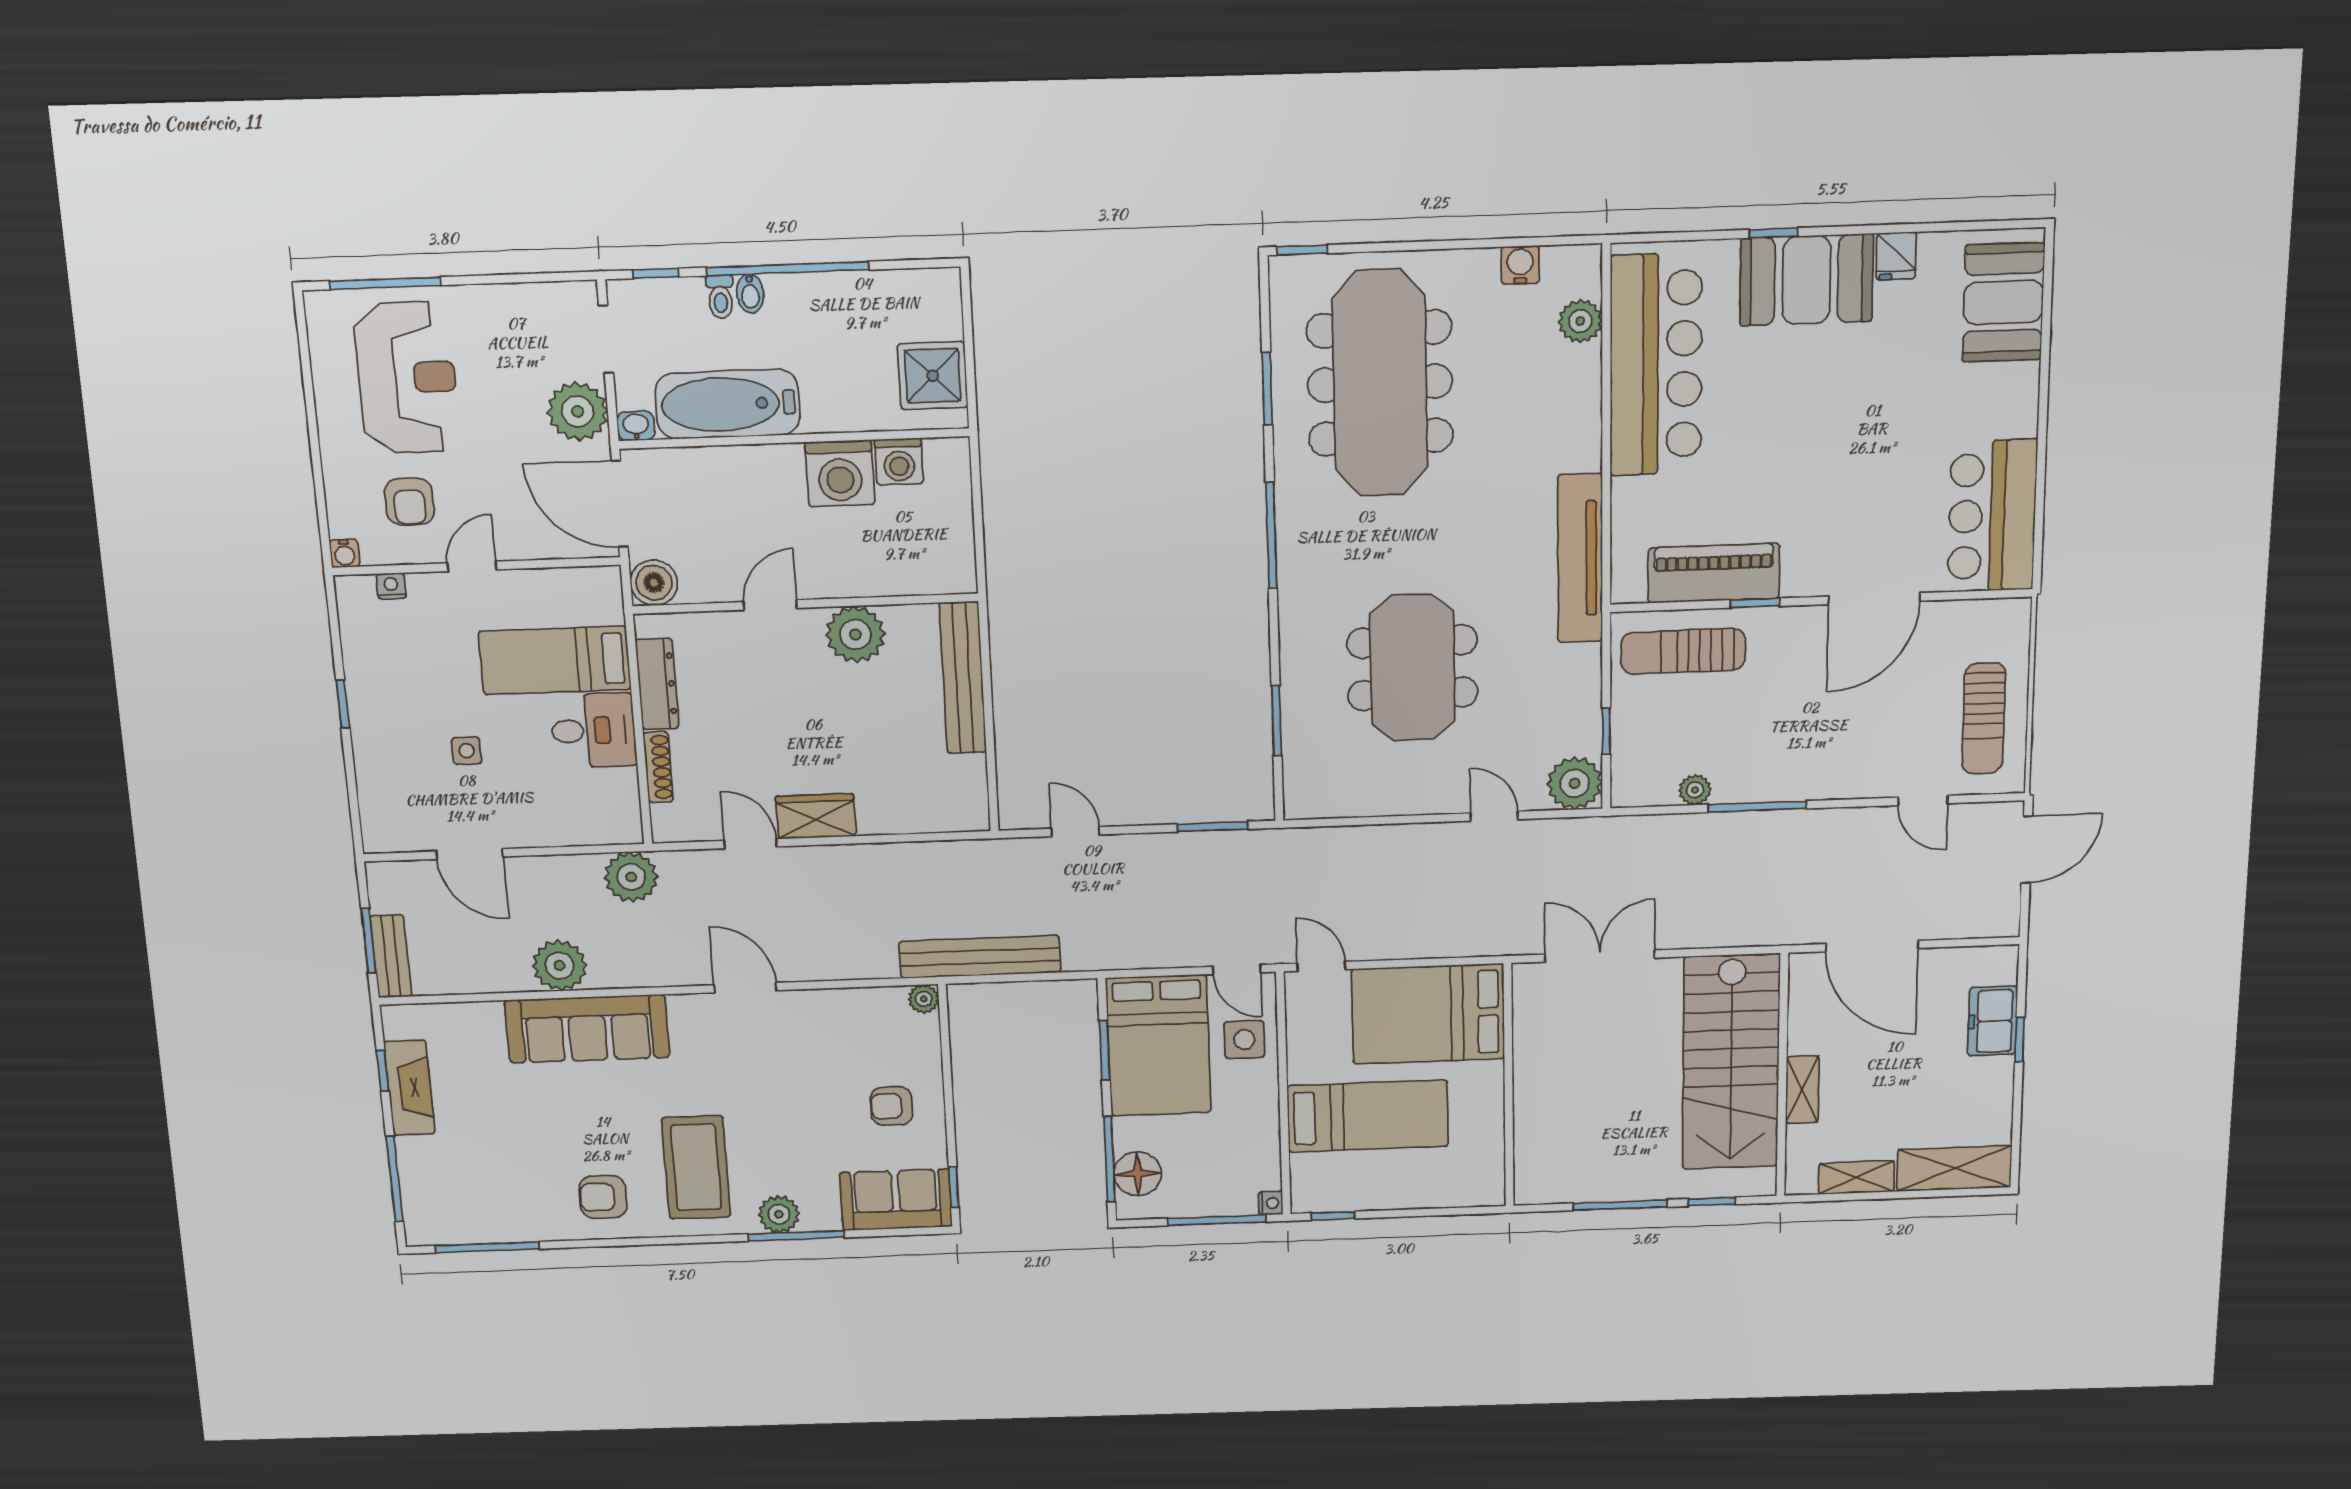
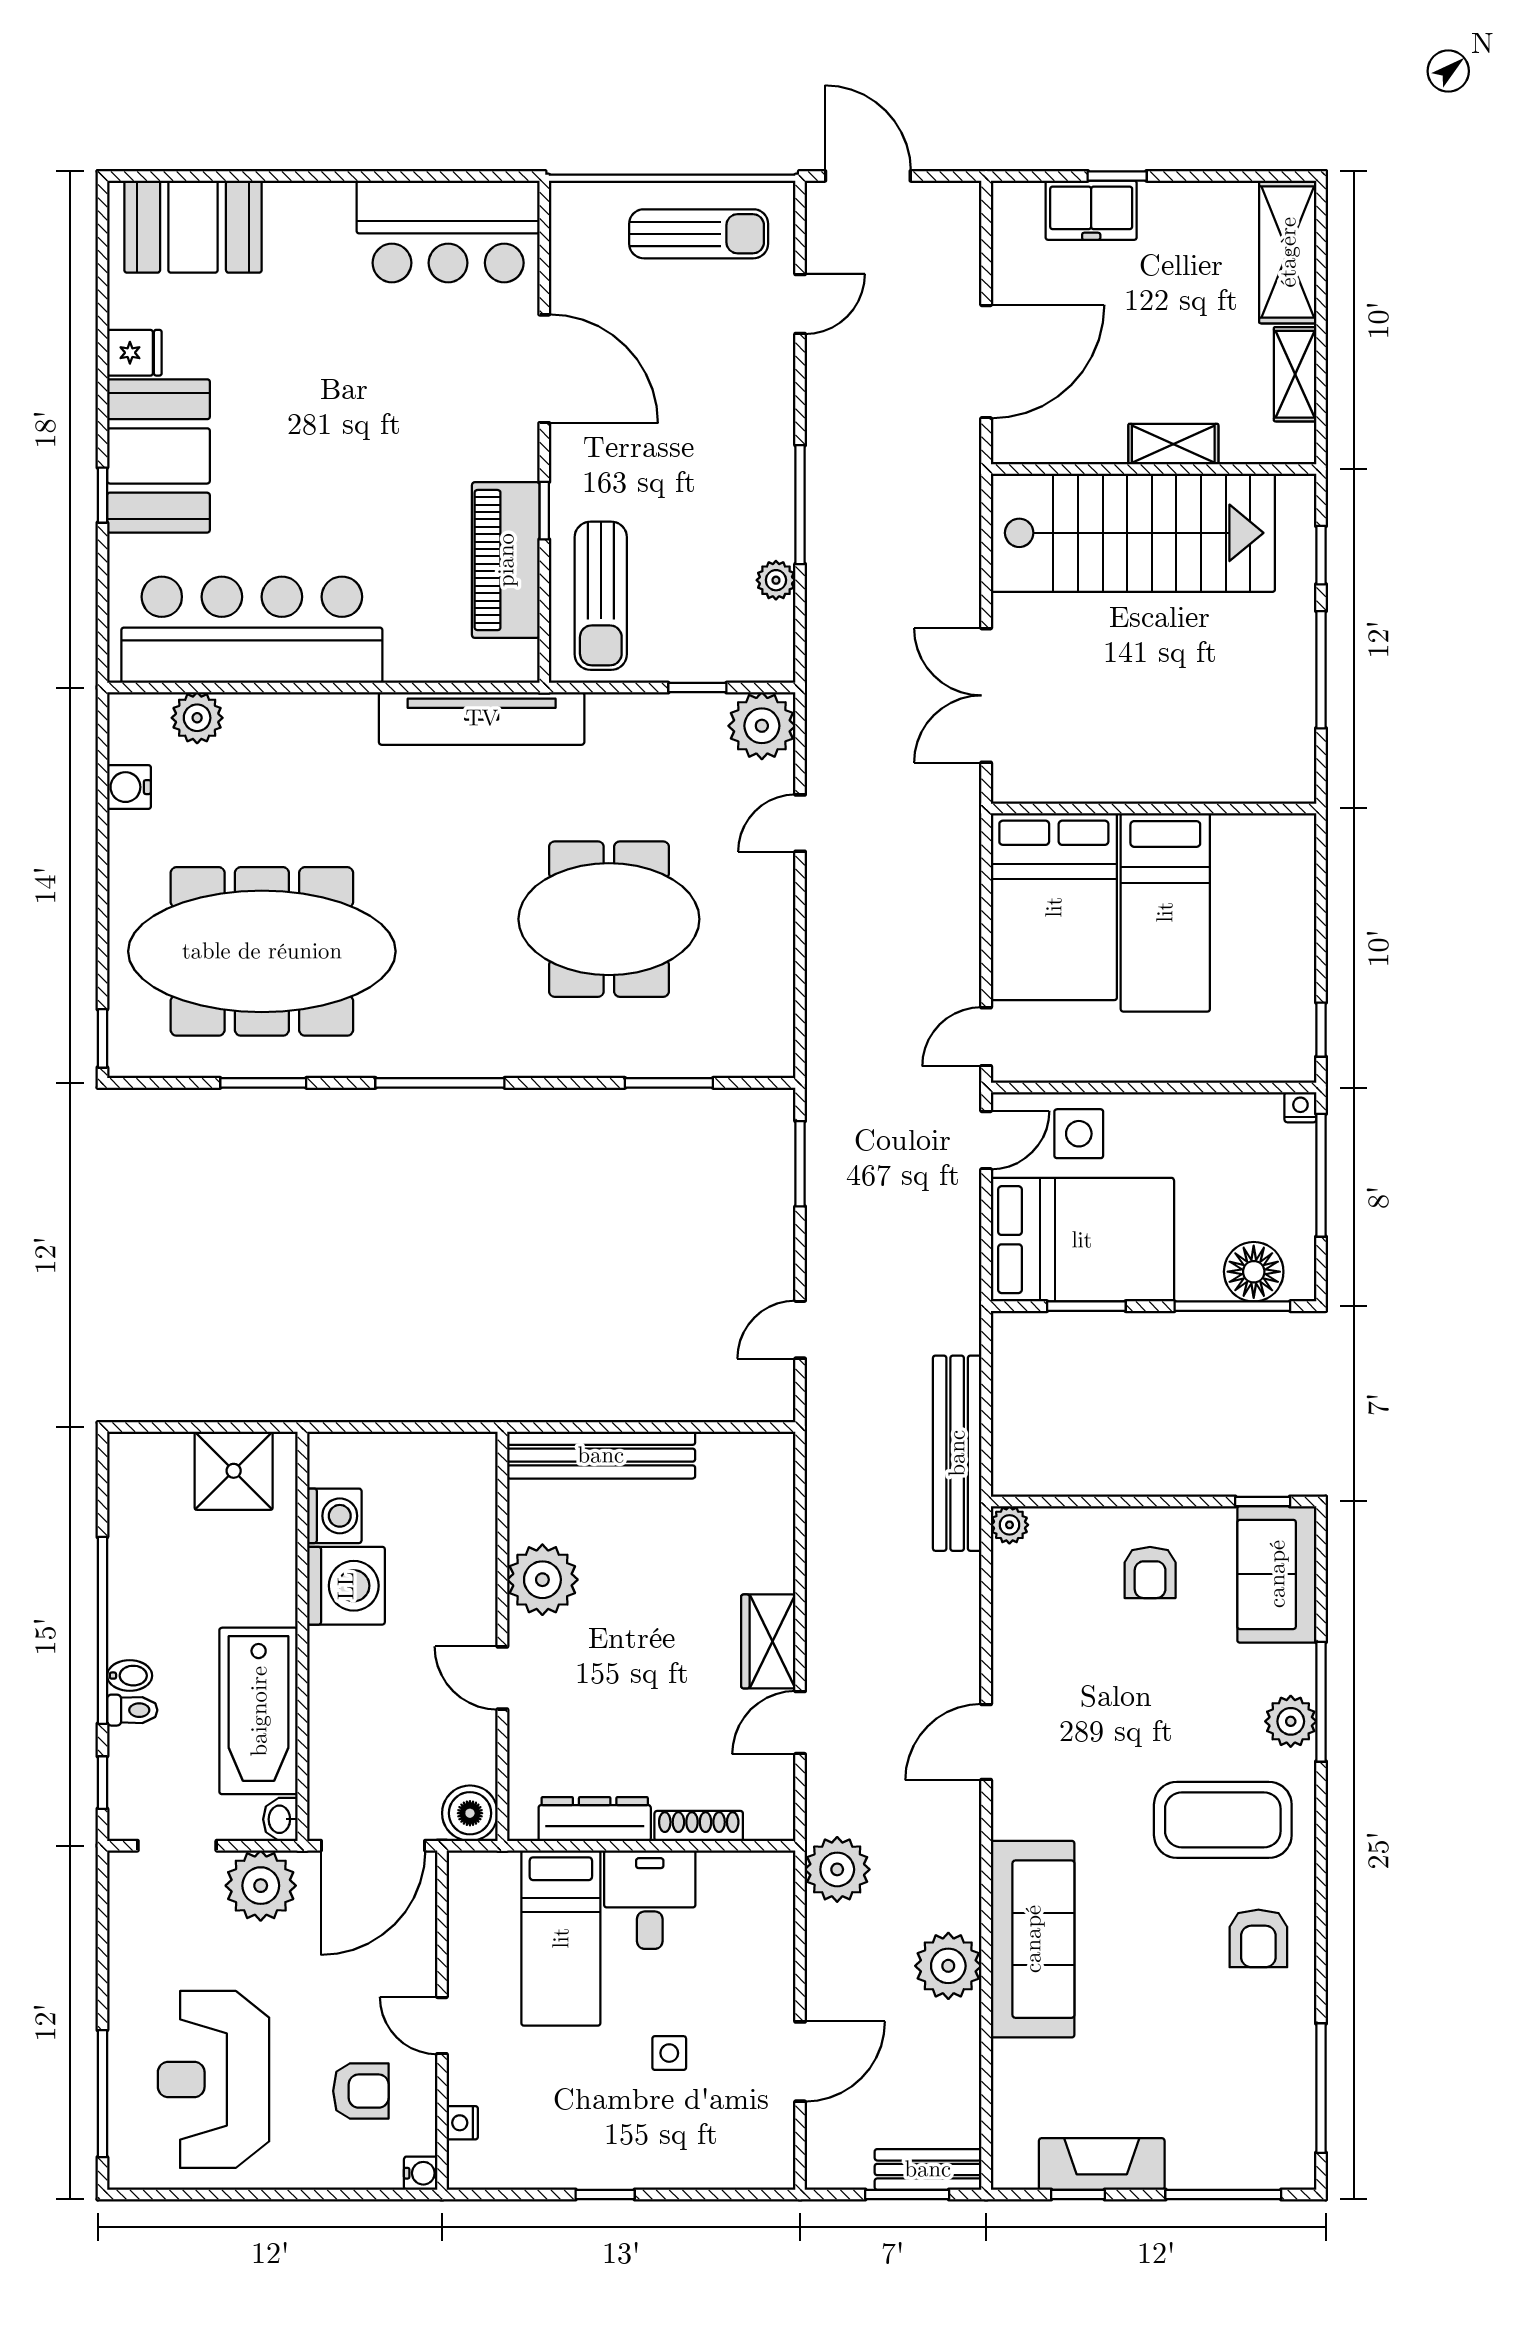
reception desk: (407, 378) -> (214, 2079), turned -90
bed: (1368, 1116) -> (1165, 912), moved, turned 180

